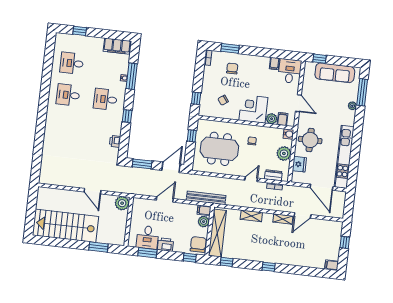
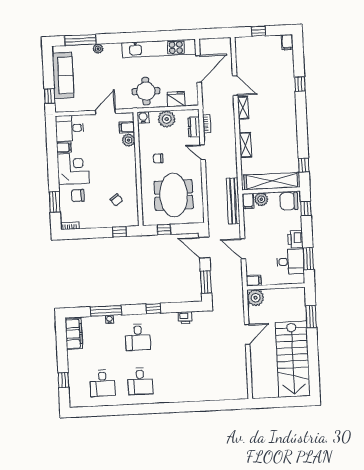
corner desk: (253, 109) -> (73, 169), moved, turned 180
filing cabinet: (137, 204) -> (254, 280), added
window: (269, 267) -> (300, 84), moved

